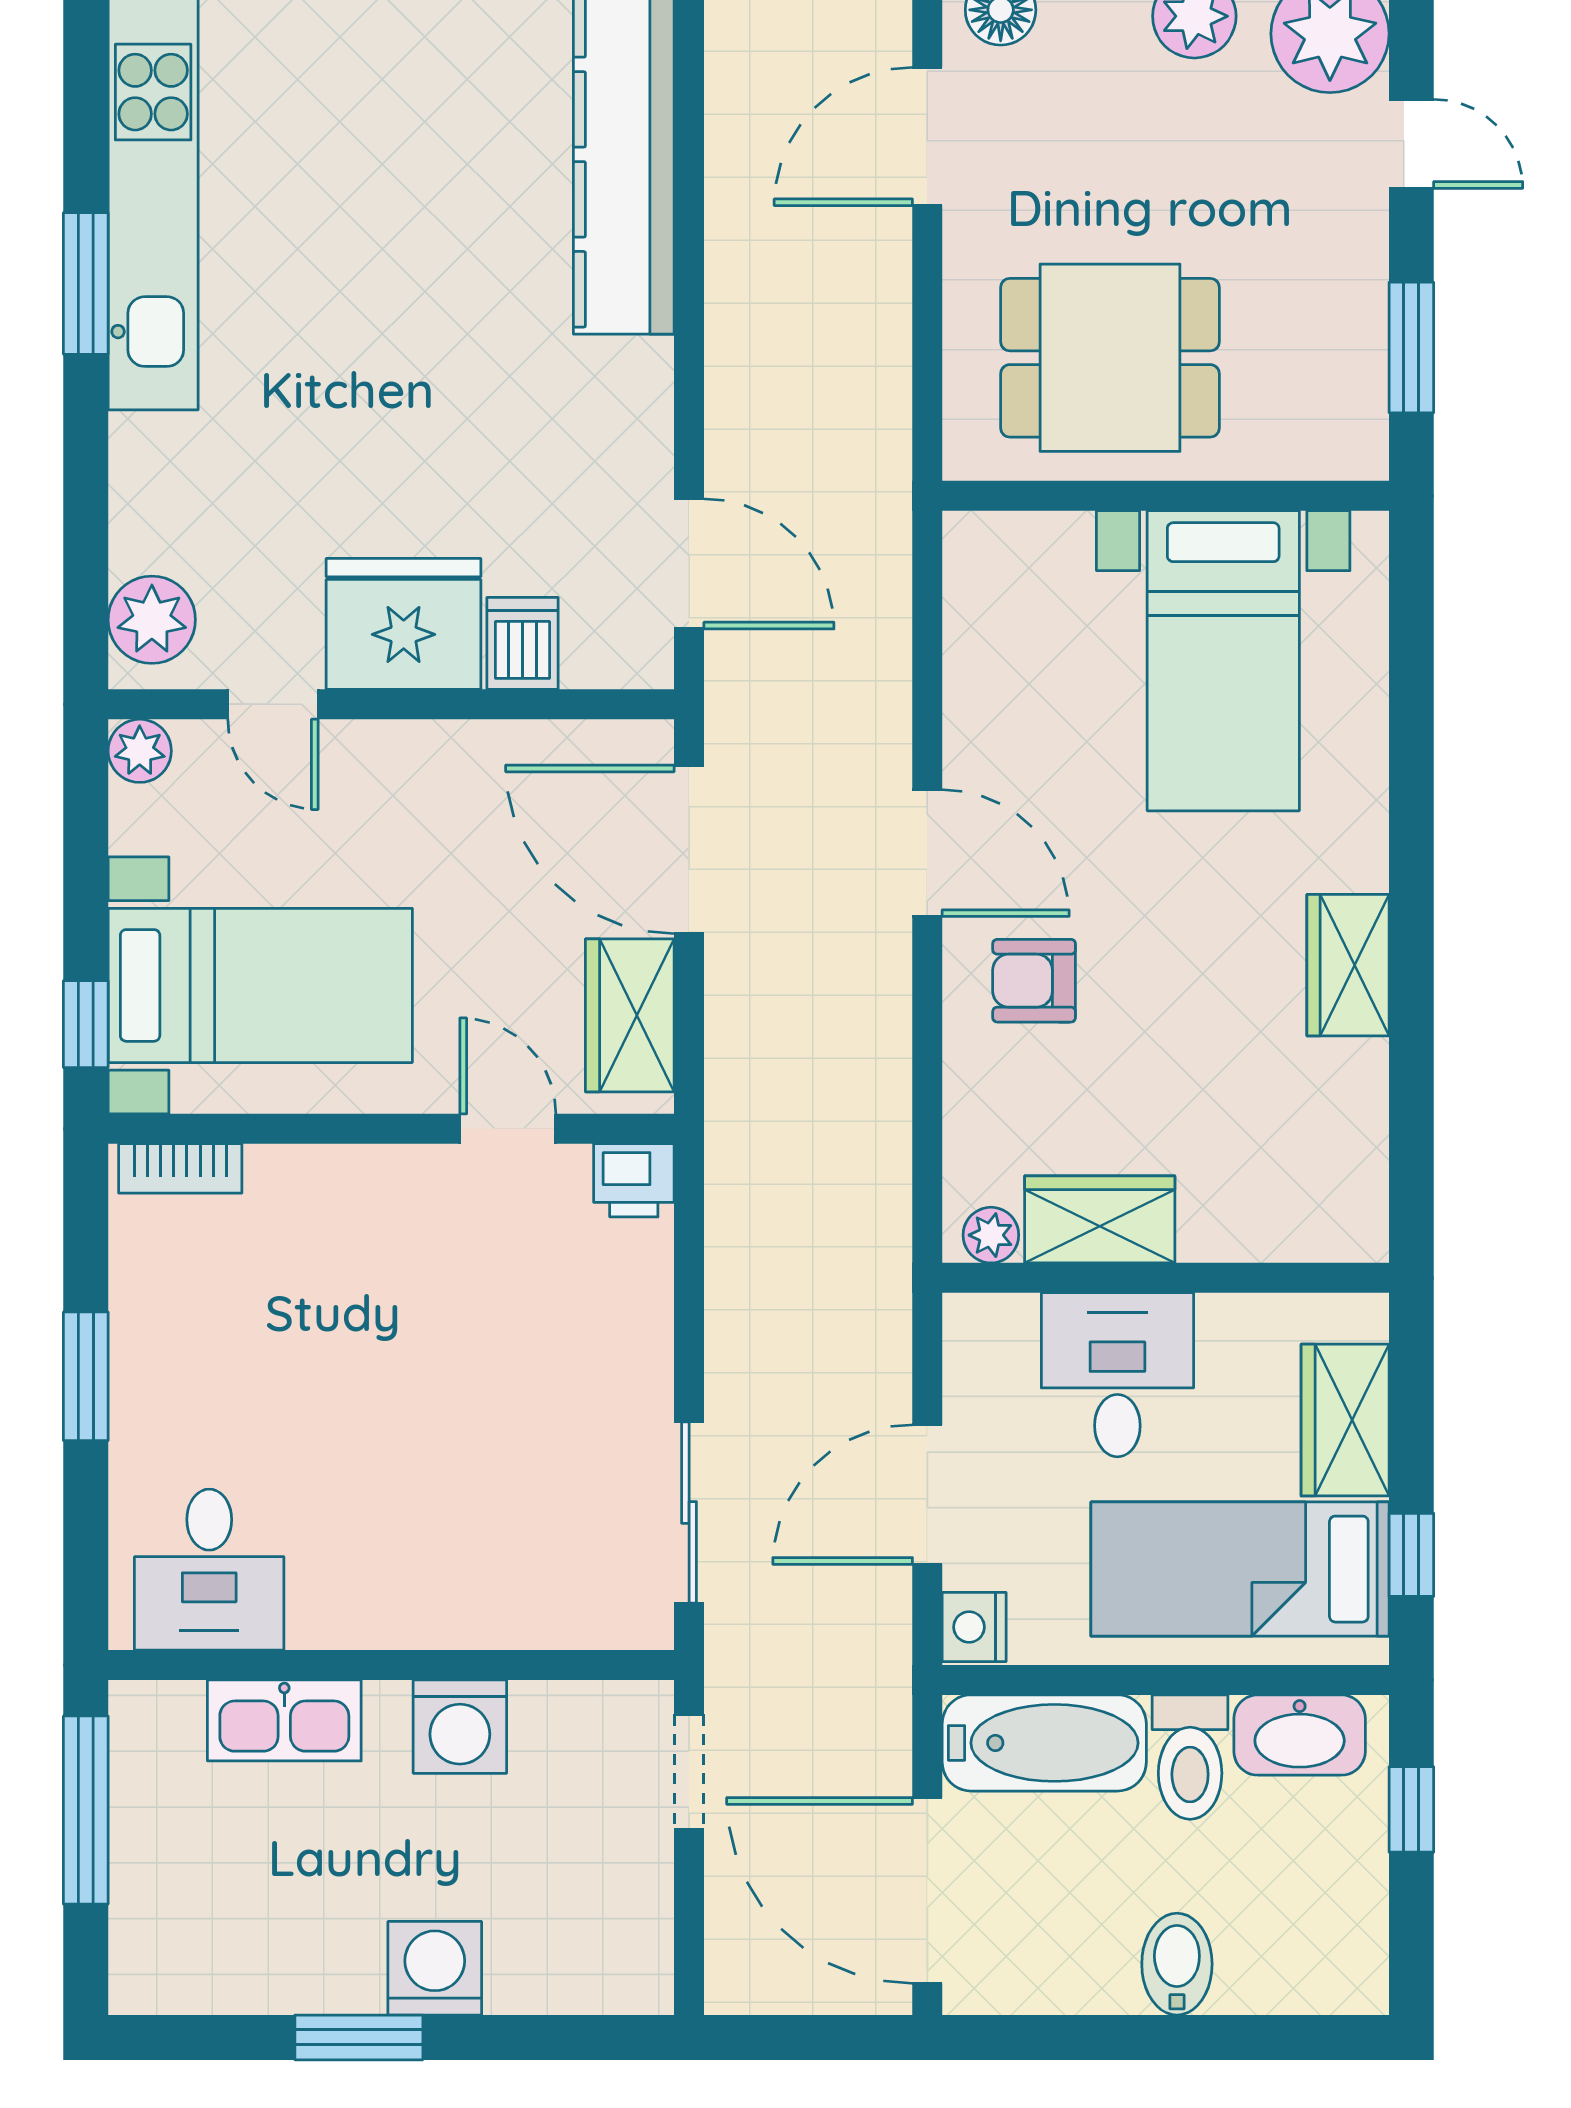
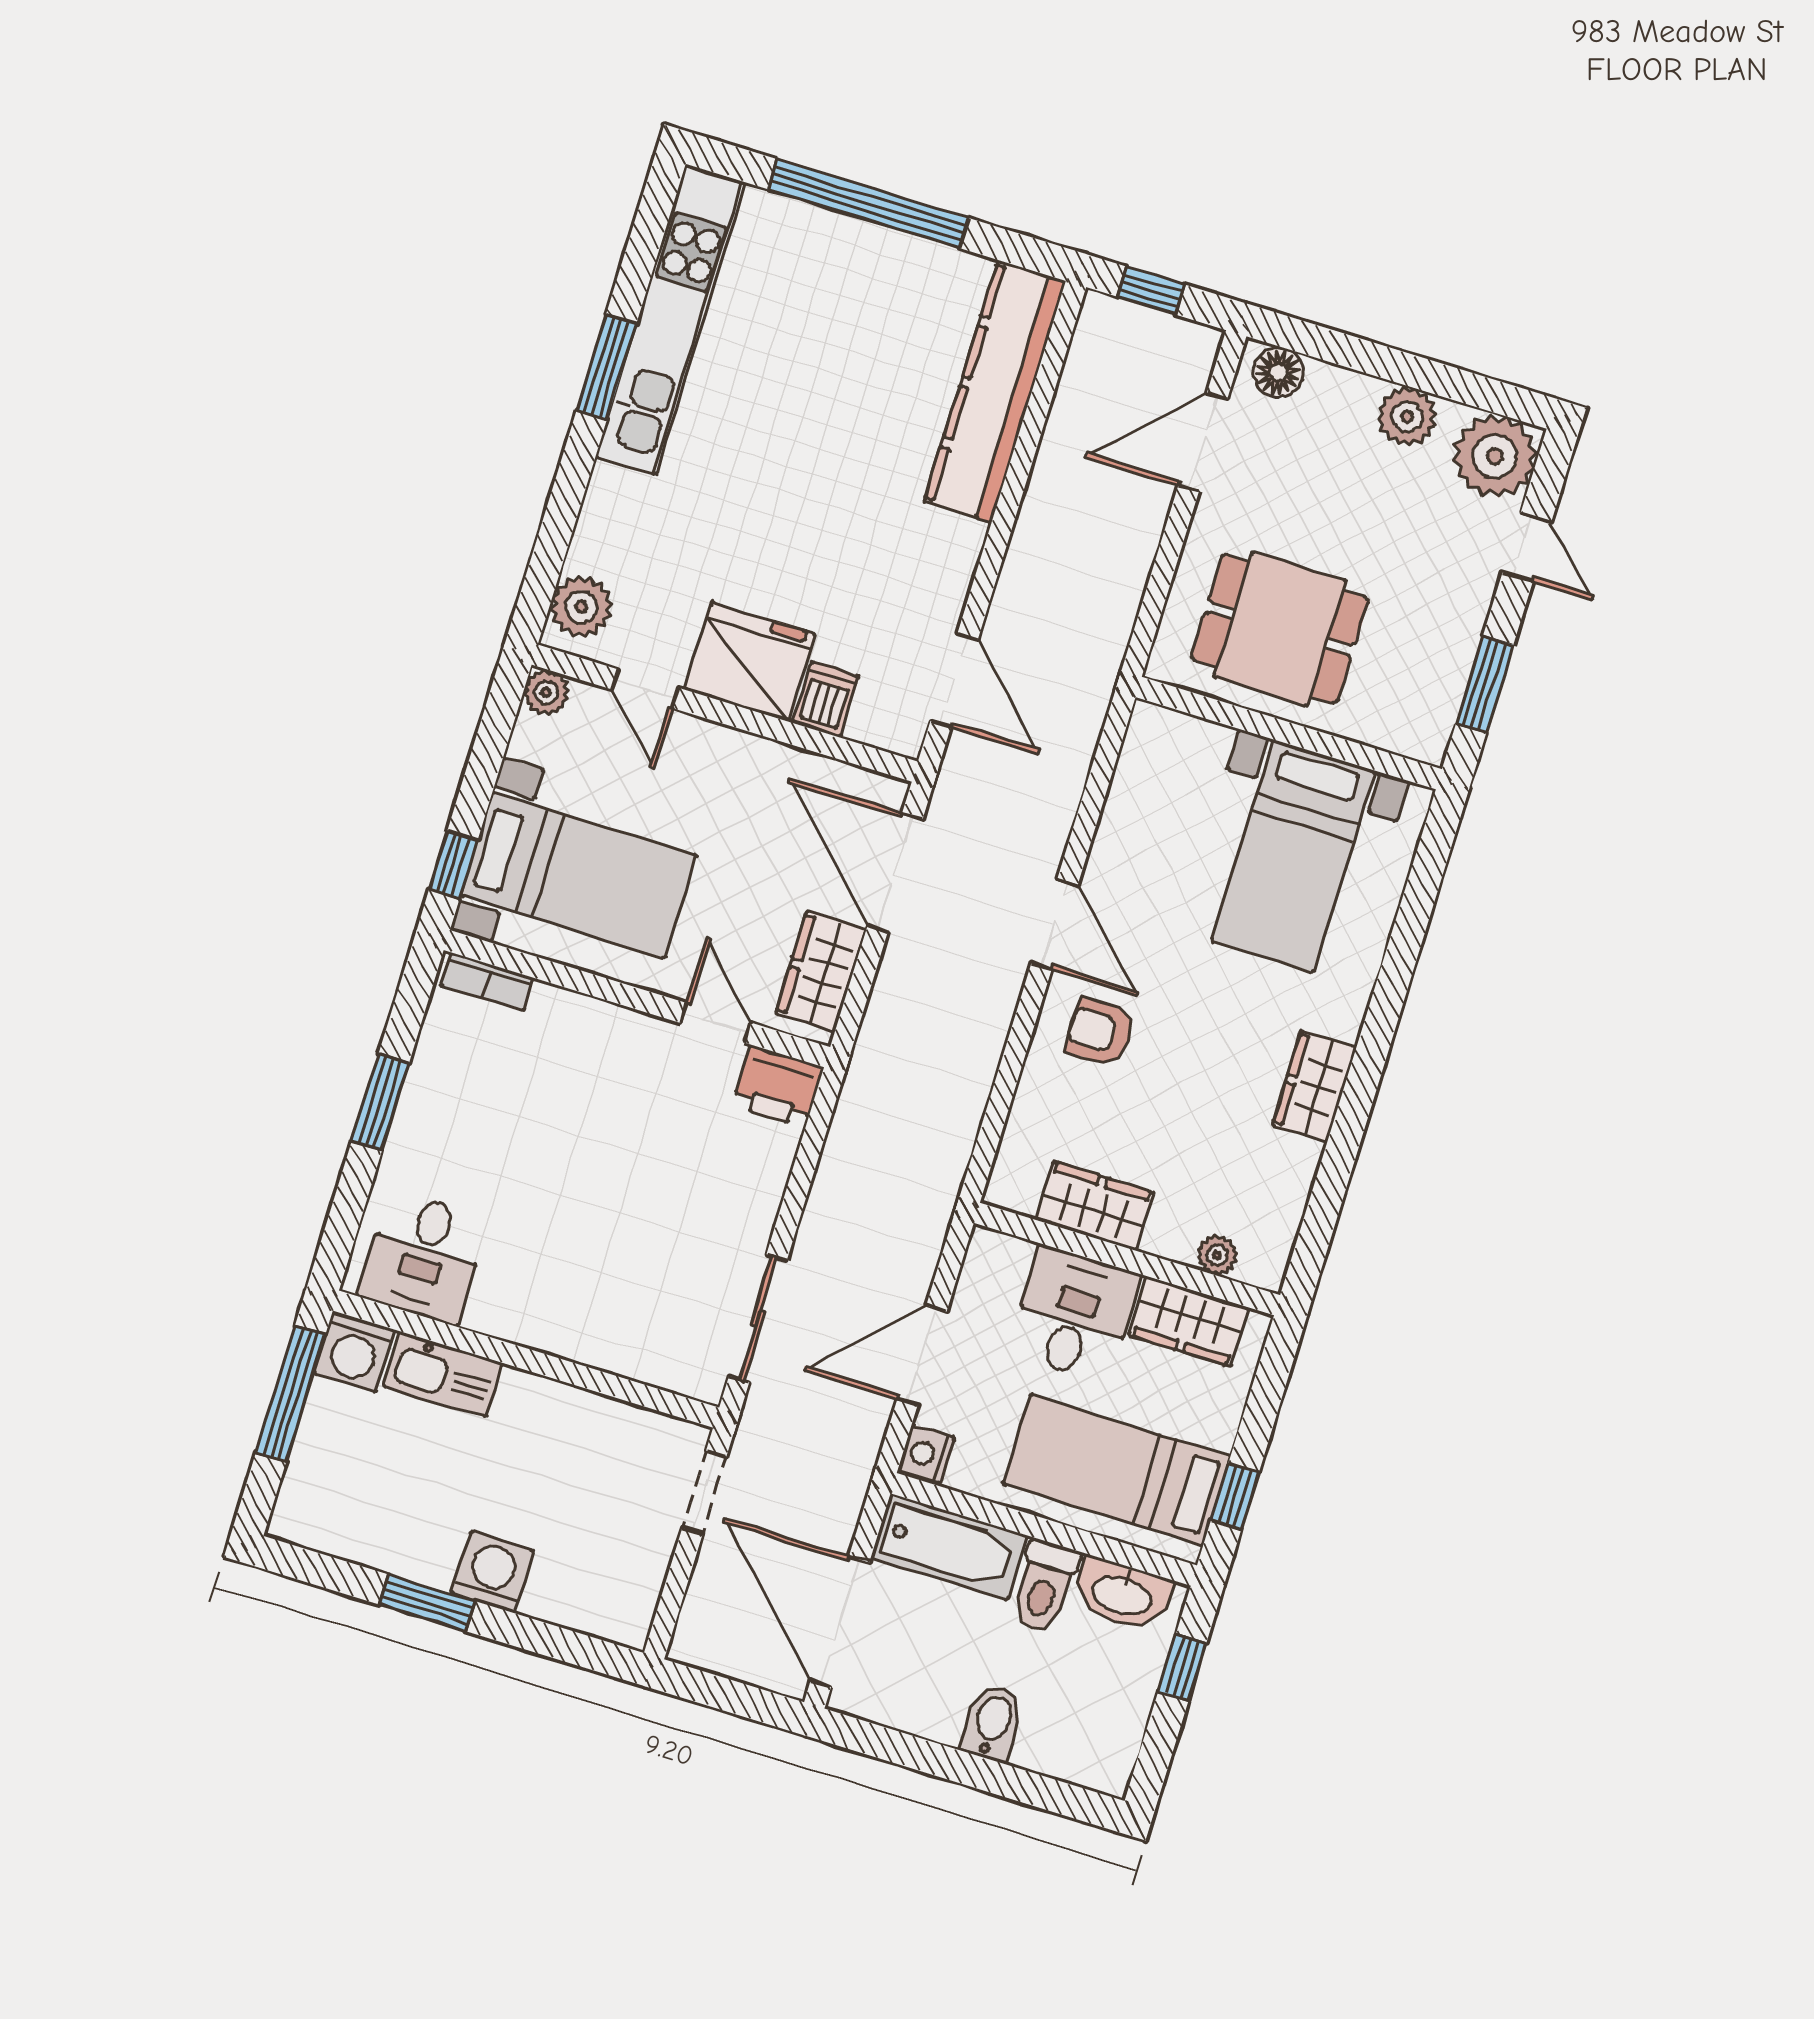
printer: (634, 1180) -> (778, 1086), width x1.36, depth x1.24
plant: (991, 1235) -> (1217, 1255), moved
wardrobe: (1345, 1420) -> (1189, 1321), moved, turned -90
washing machine: (460, 1727) -> (354, 1352), moved

